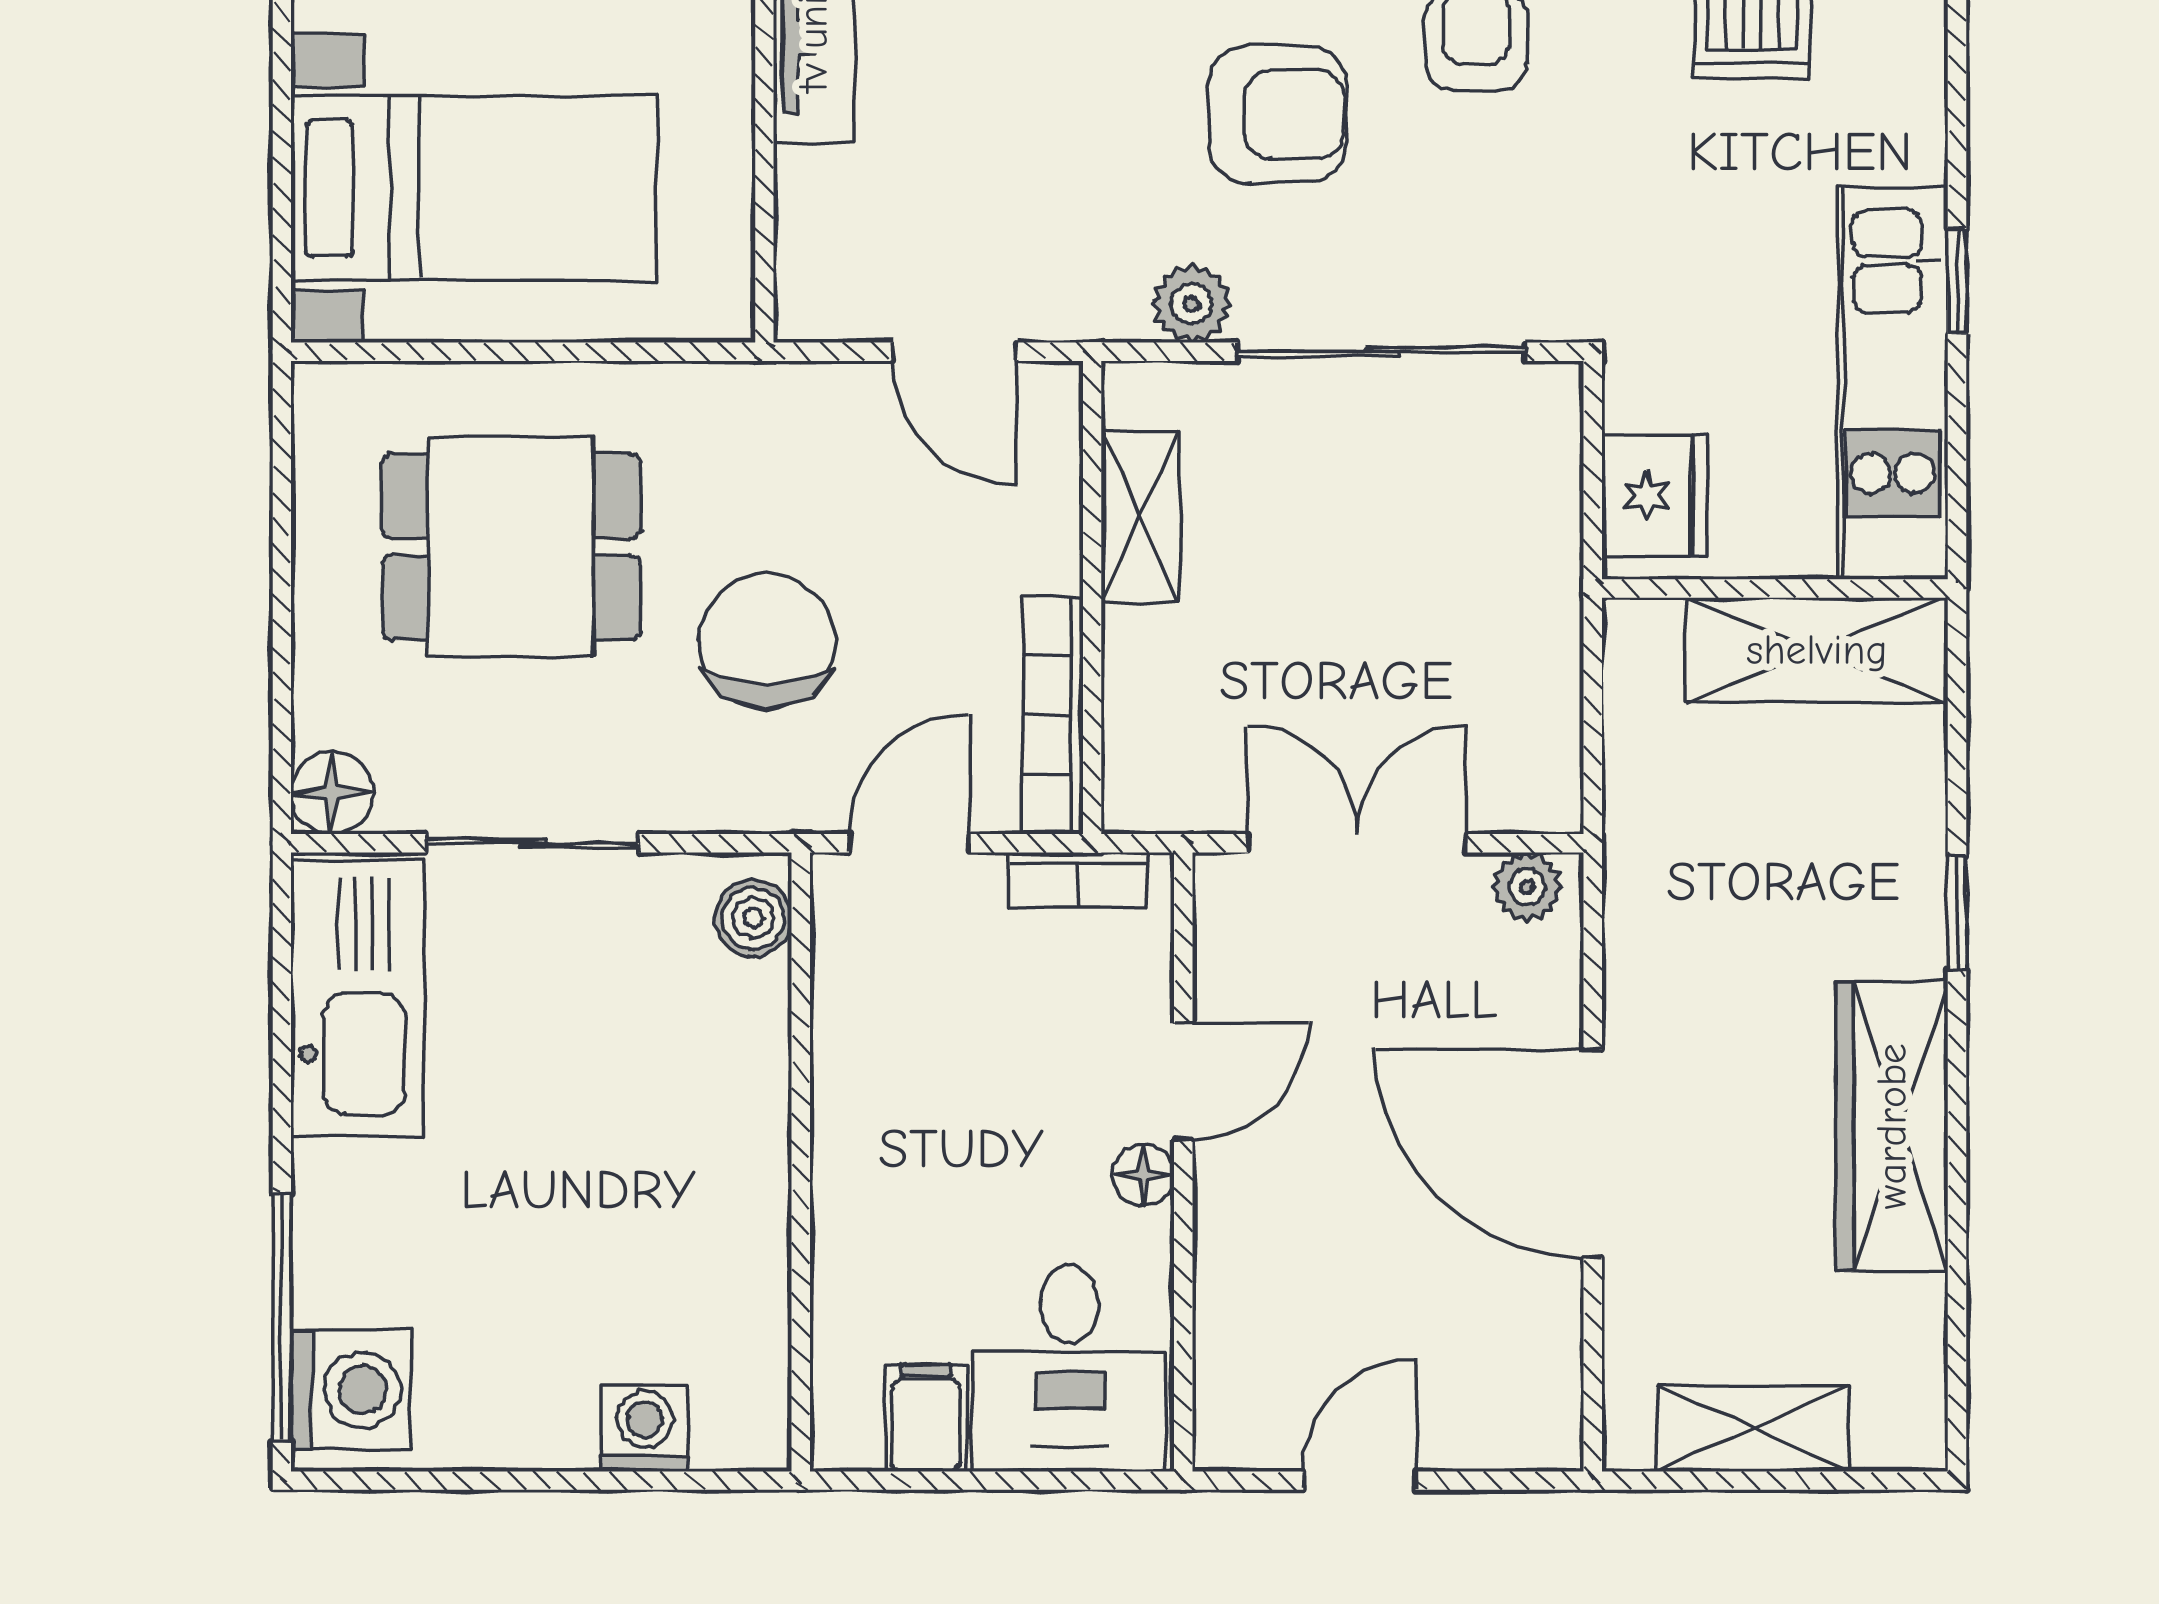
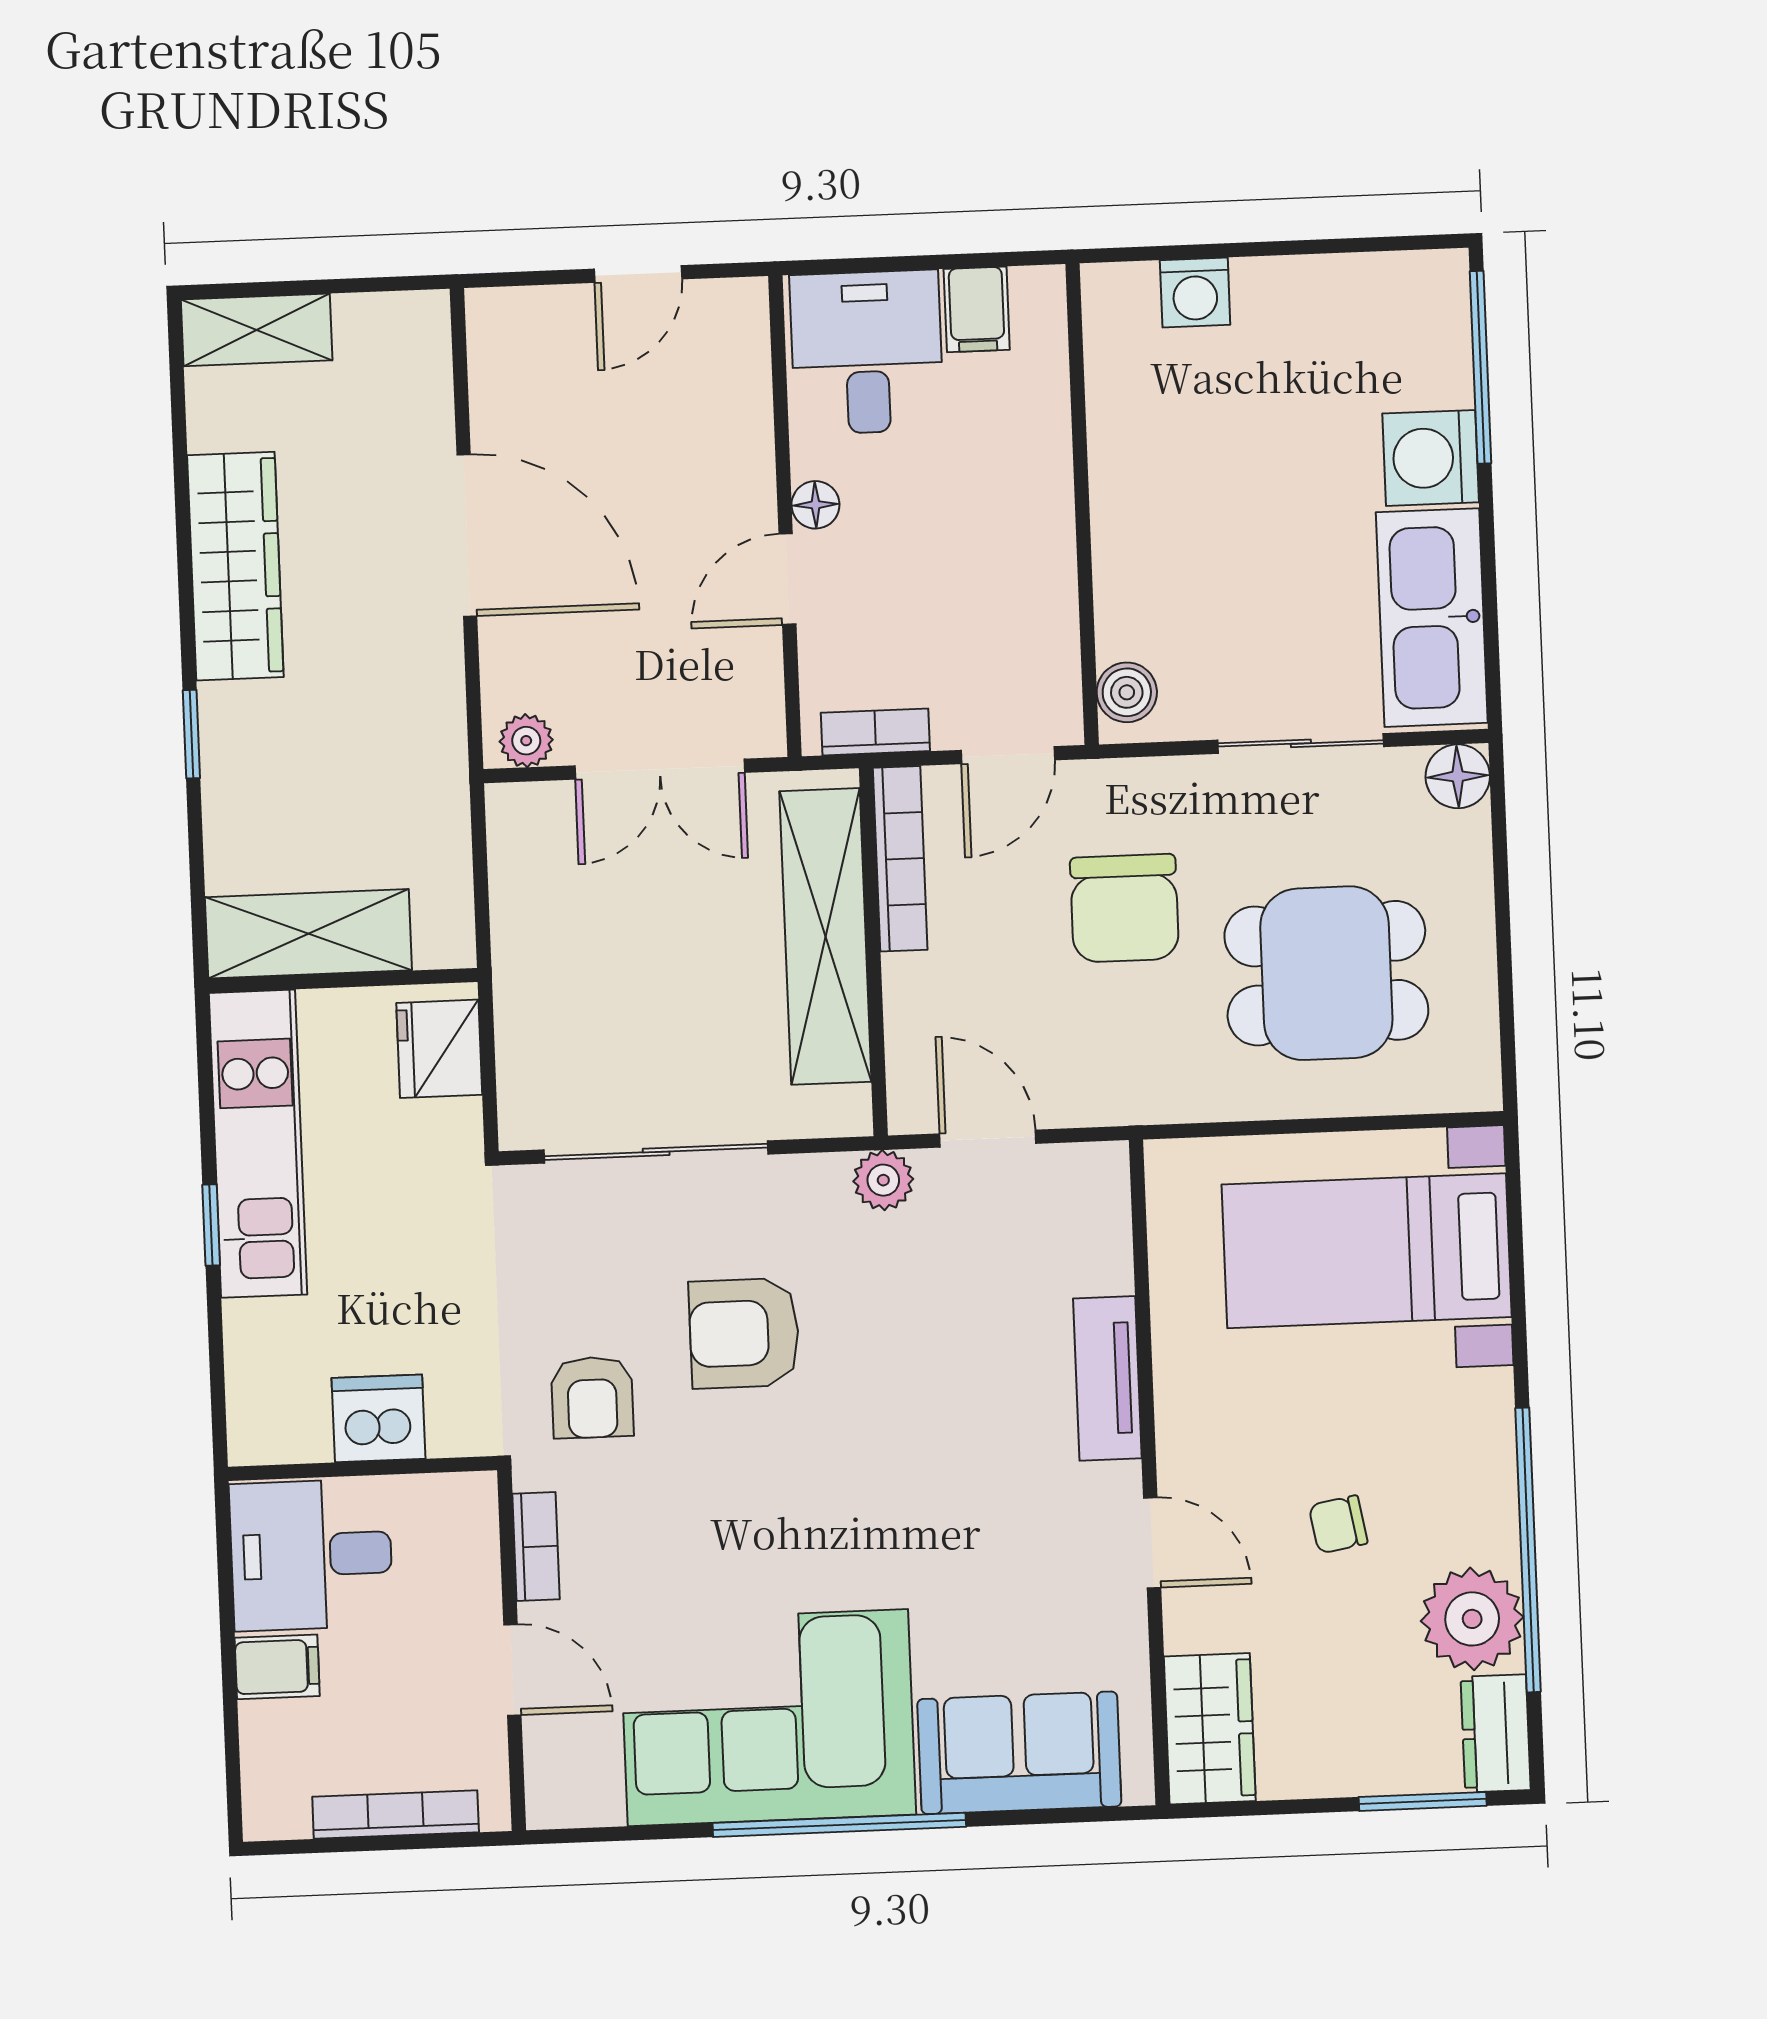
plant: (1191, 304) -> (883, 1180), moved
shelving: (1140, 517) -> (825, 936), width x2.20, depth x1.33
washing machine: (351, 1390) -> (1431, 458), moved
shelving: (1753, 1428) -> (257, 330), moved

